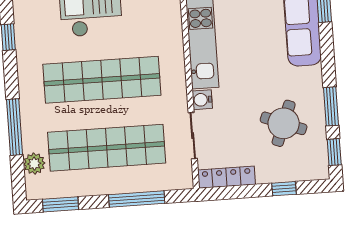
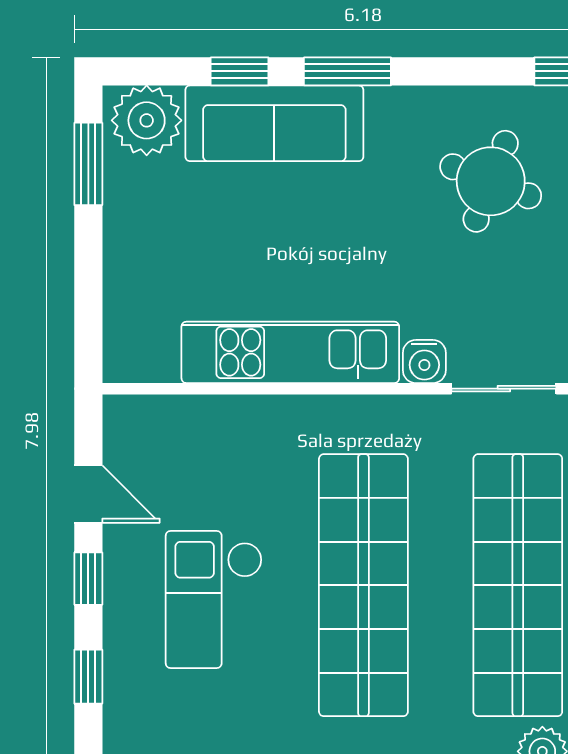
window: (331, 106) -> (347, 71), moved

